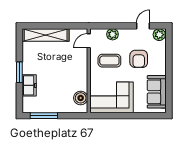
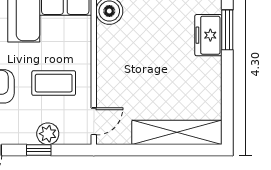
window: (117, 26) -> (39, 150), added
window: (19, 72) -> (227, 30), moved

